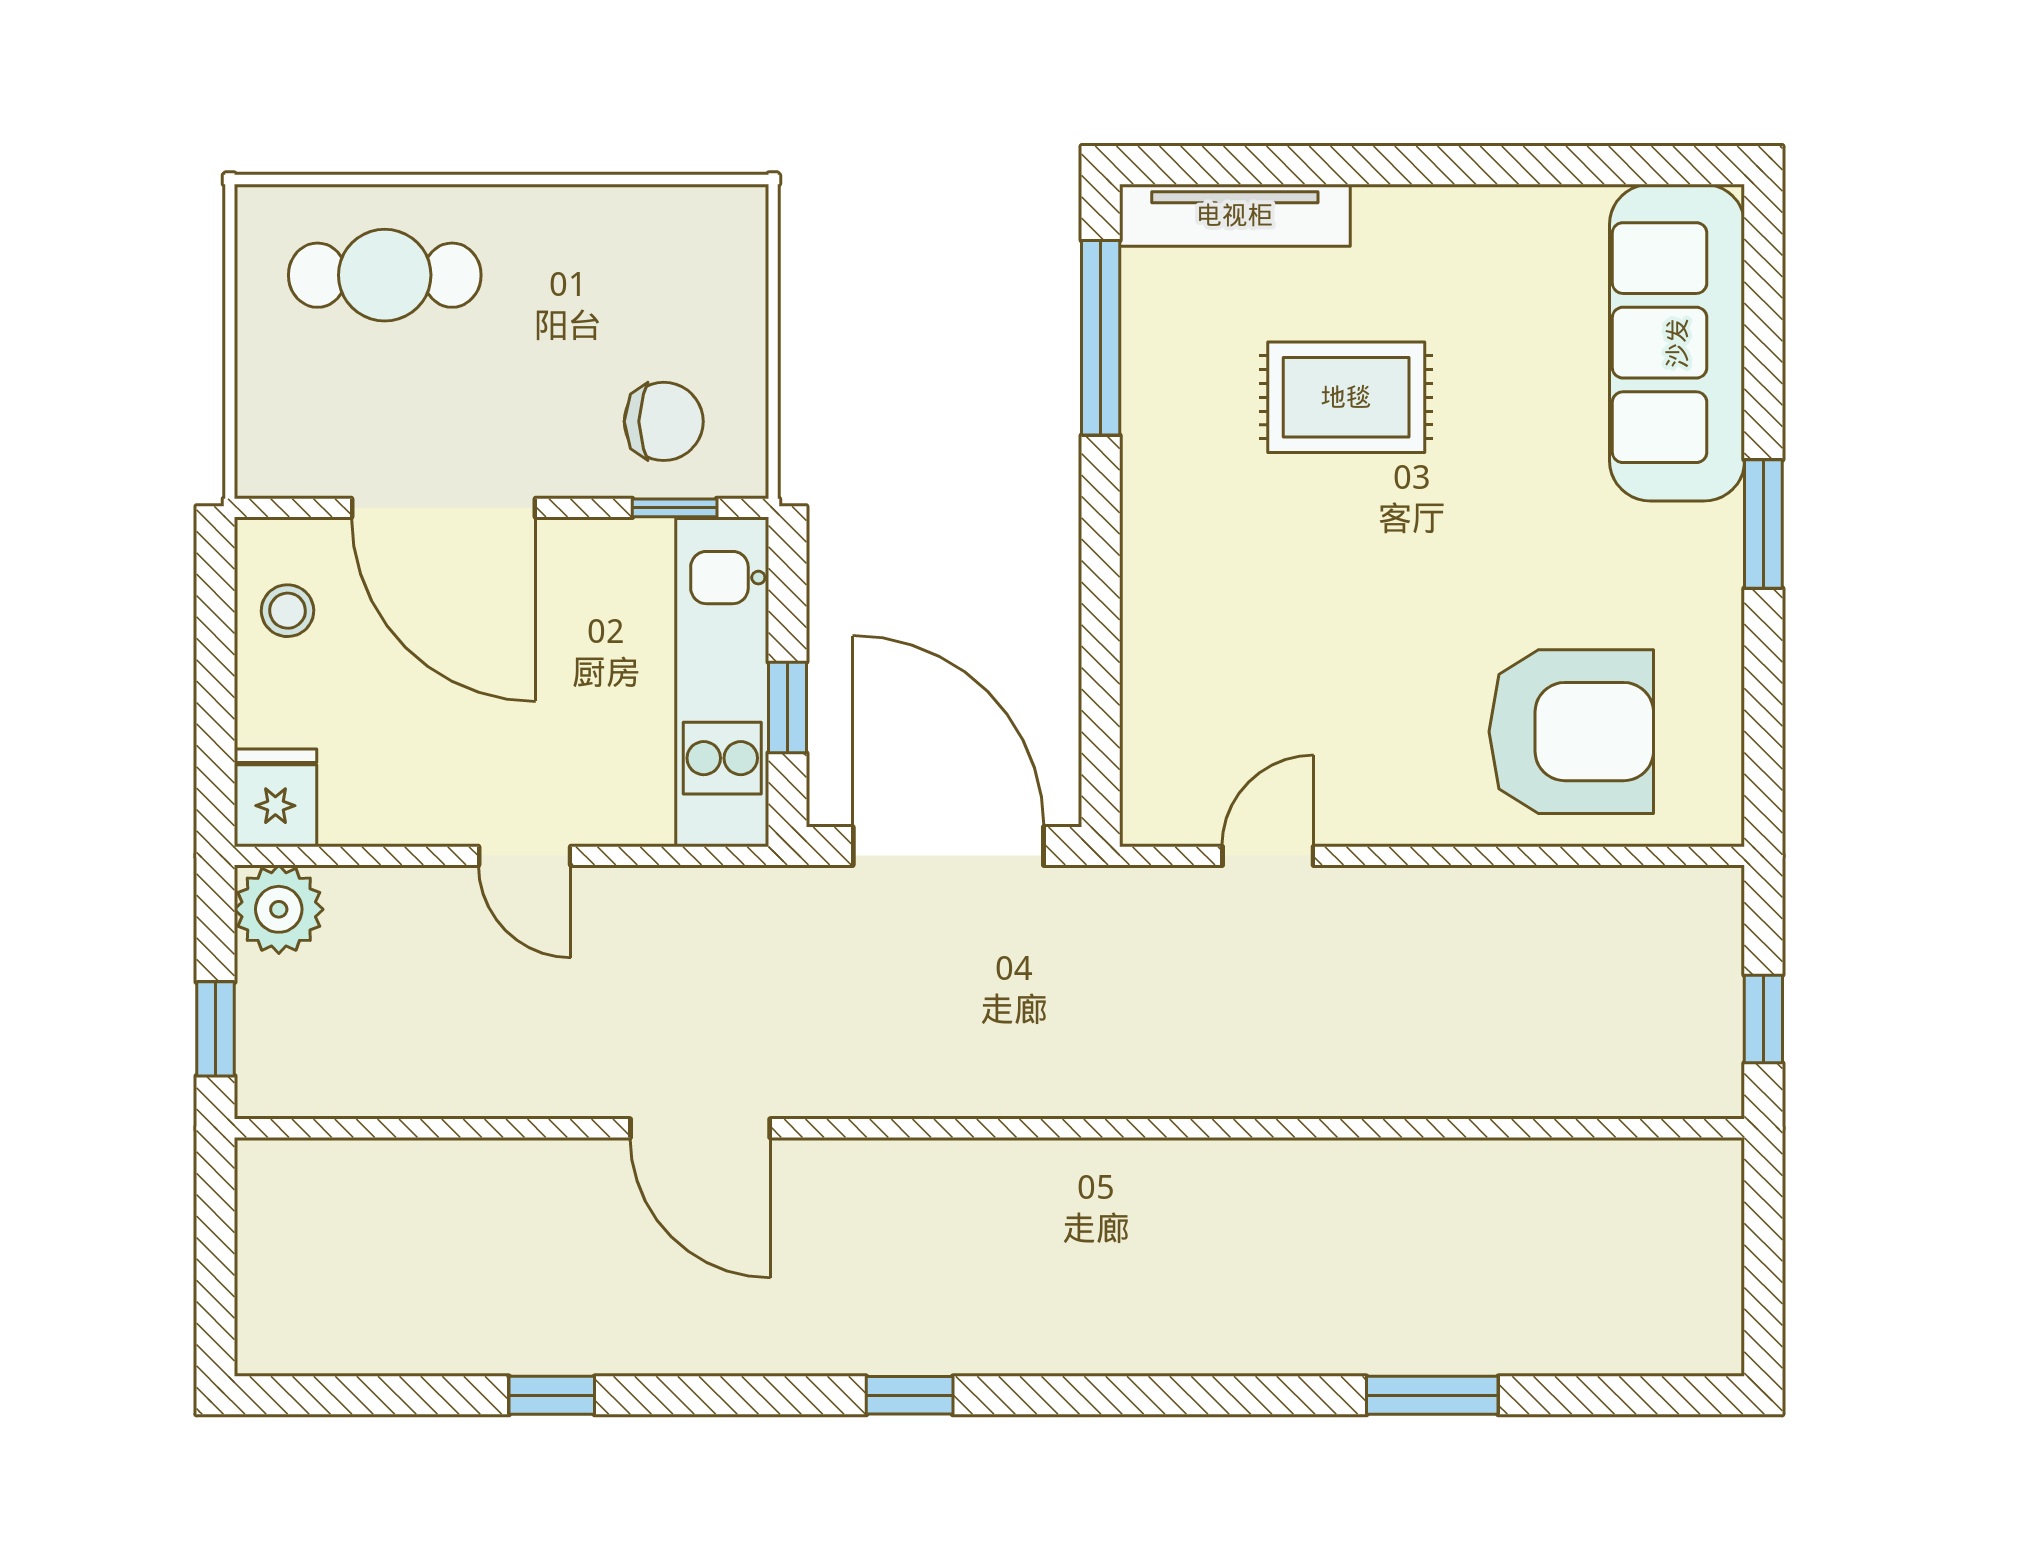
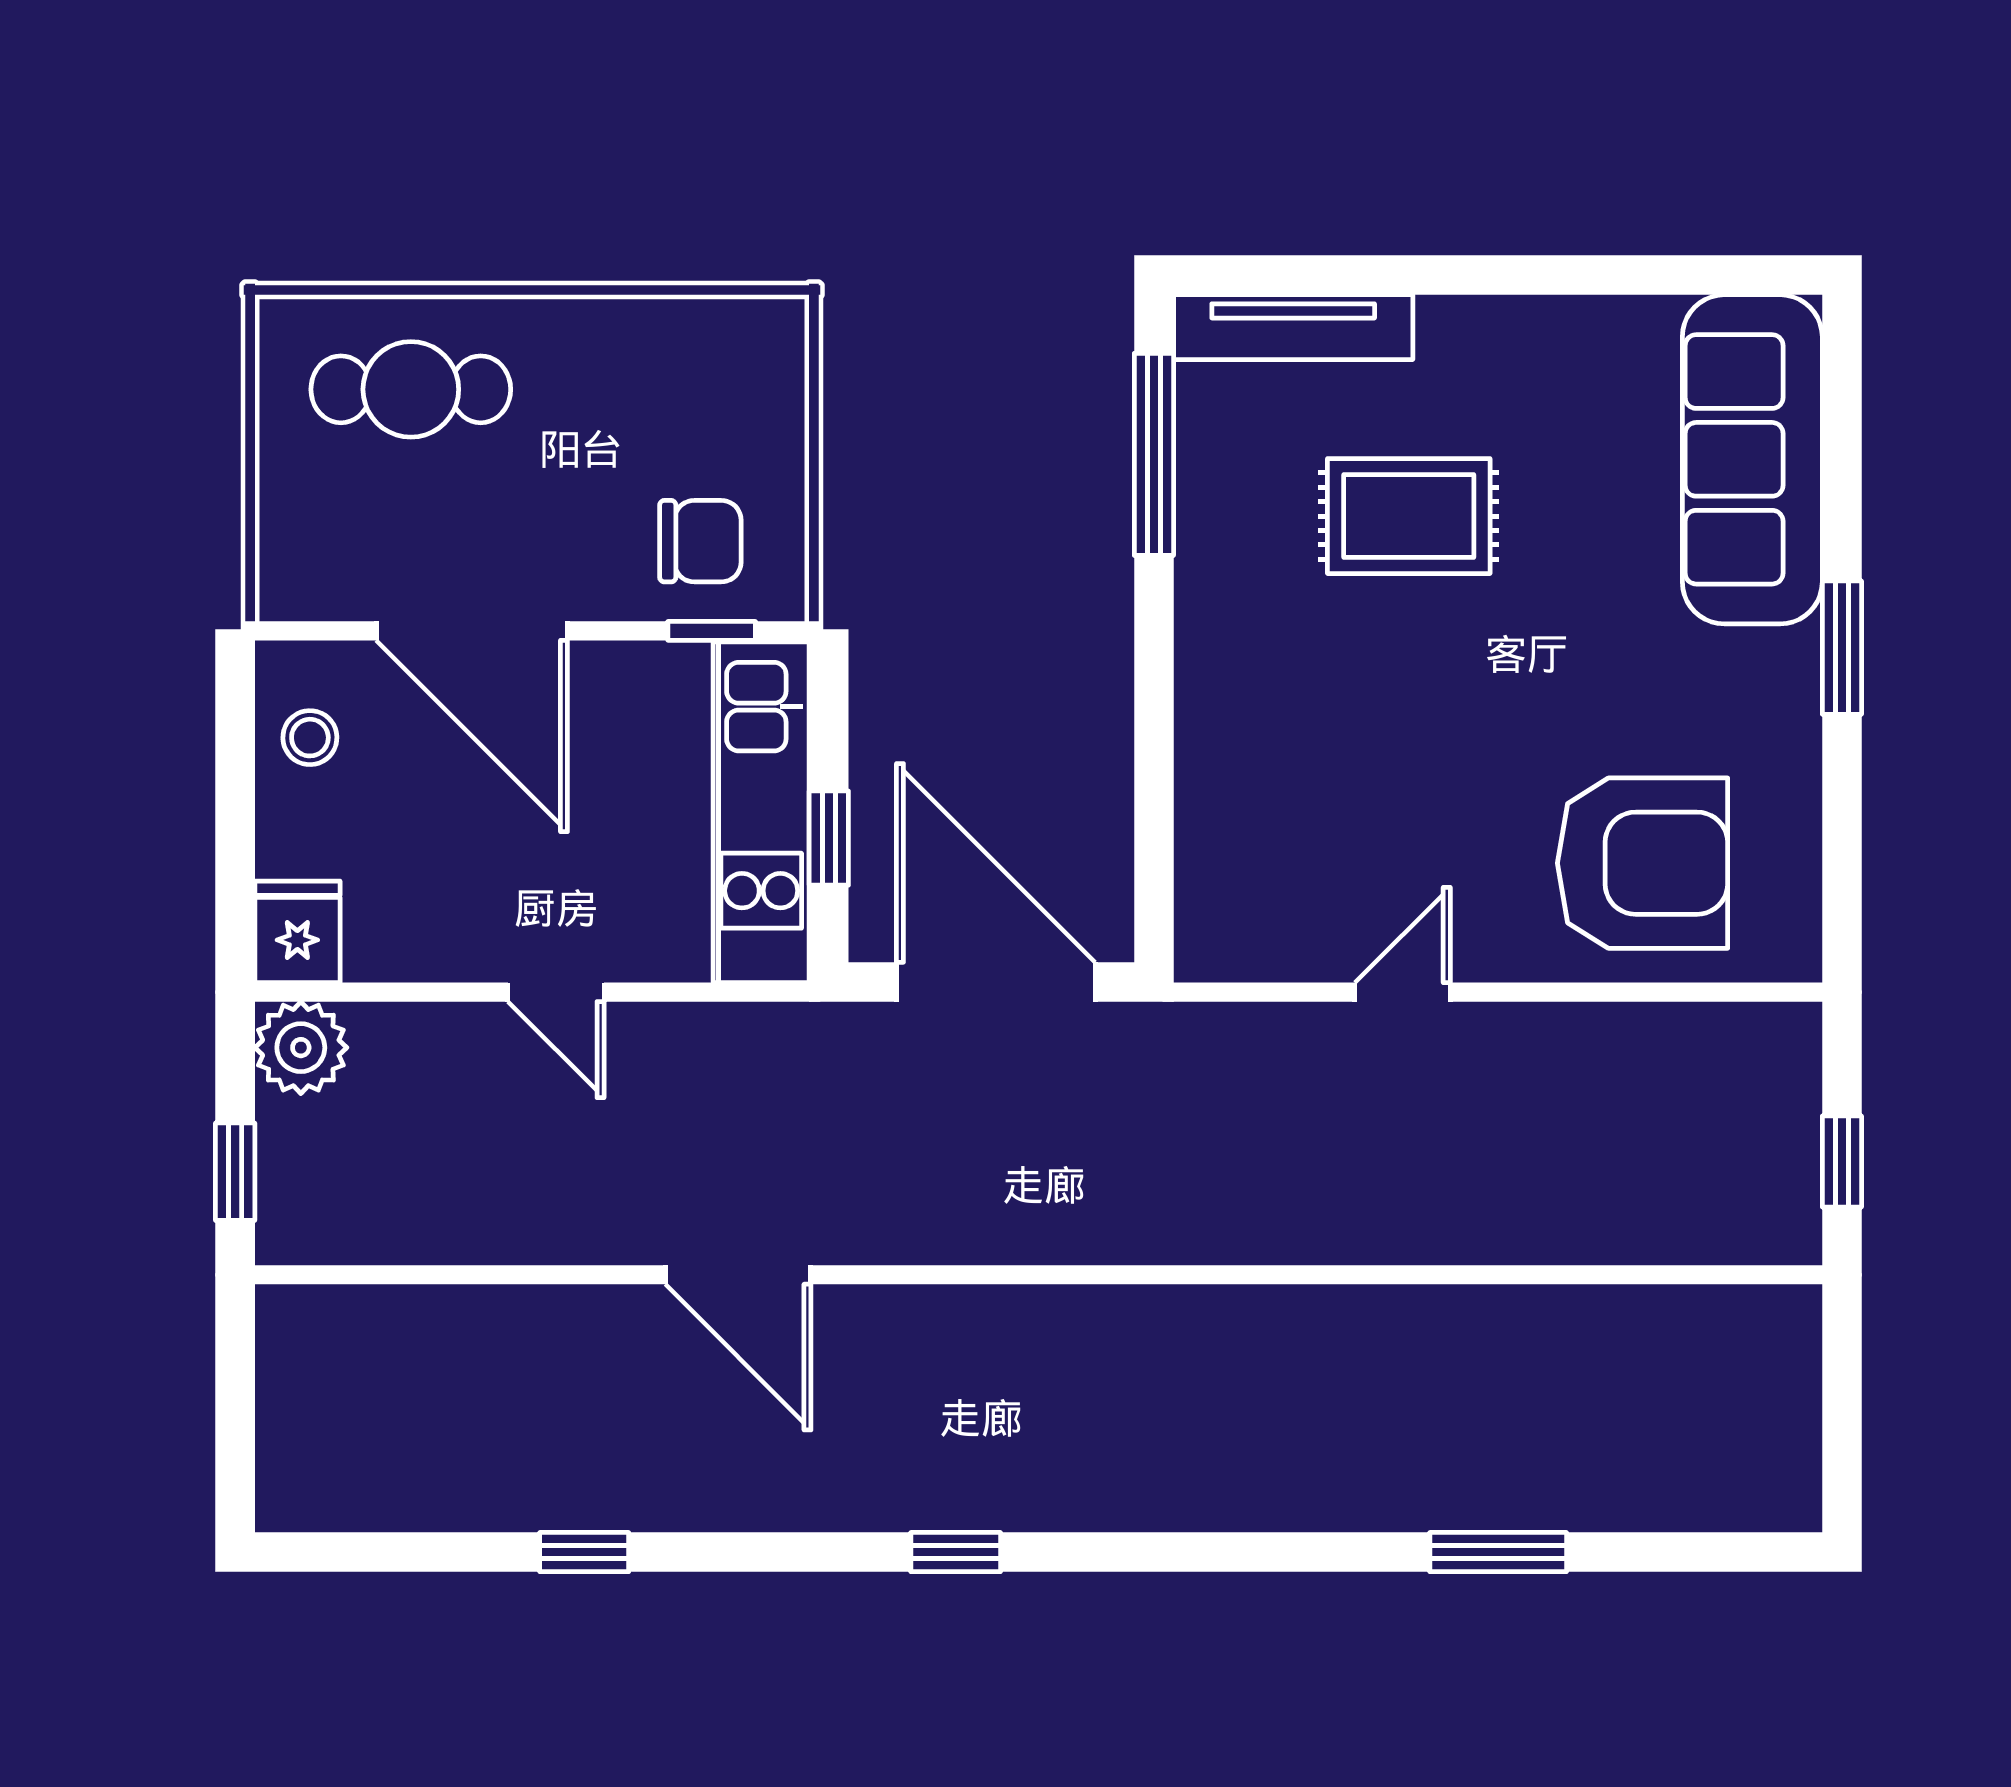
door: (1268, 856) -> (1403, 992), moved

